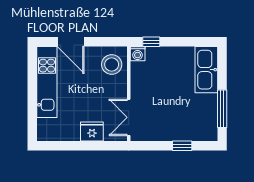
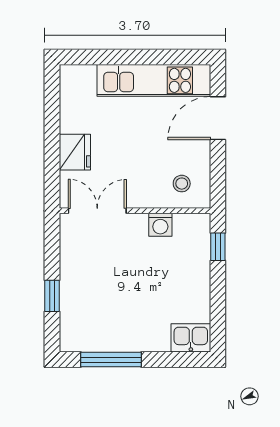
washing machine: (138, 54) -> (160, 225), moved, turned -90
stool: (112, 64) -> (182, 184), width x0.53, depth x0.53
kitchen sink: (206, 70) -> (191, 338), width x0.53, depth x0.81

